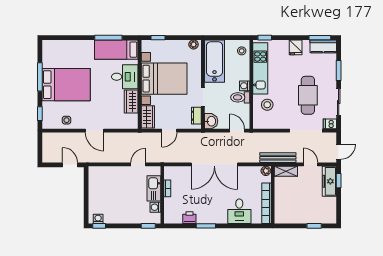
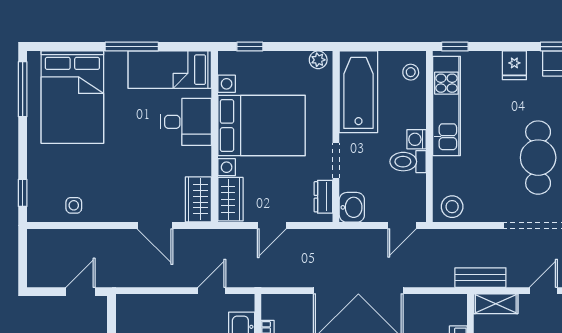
window: (108, 38) -> (132, 47), moved
window: (40, 77) -> (23, 89), moved
bed: (66, 85) -> (72, 97), moved, turned 90
wardrobe: (131, 101) -> (198, 199), moved
stool: (267, 105) -> (452, 207), moved
door: (95, 131) -> (155, 226), moved
door: (237, 131) -> (402, 226), swing flipped
bench: (278, 158) -> (480, 278), width x0.73
door: (311, 164) -> (543, 291), hinge flipped
door: (70, 165) -> (80, 292), hinge flipped
plant: (266, 171) -> (457, 303), removed

